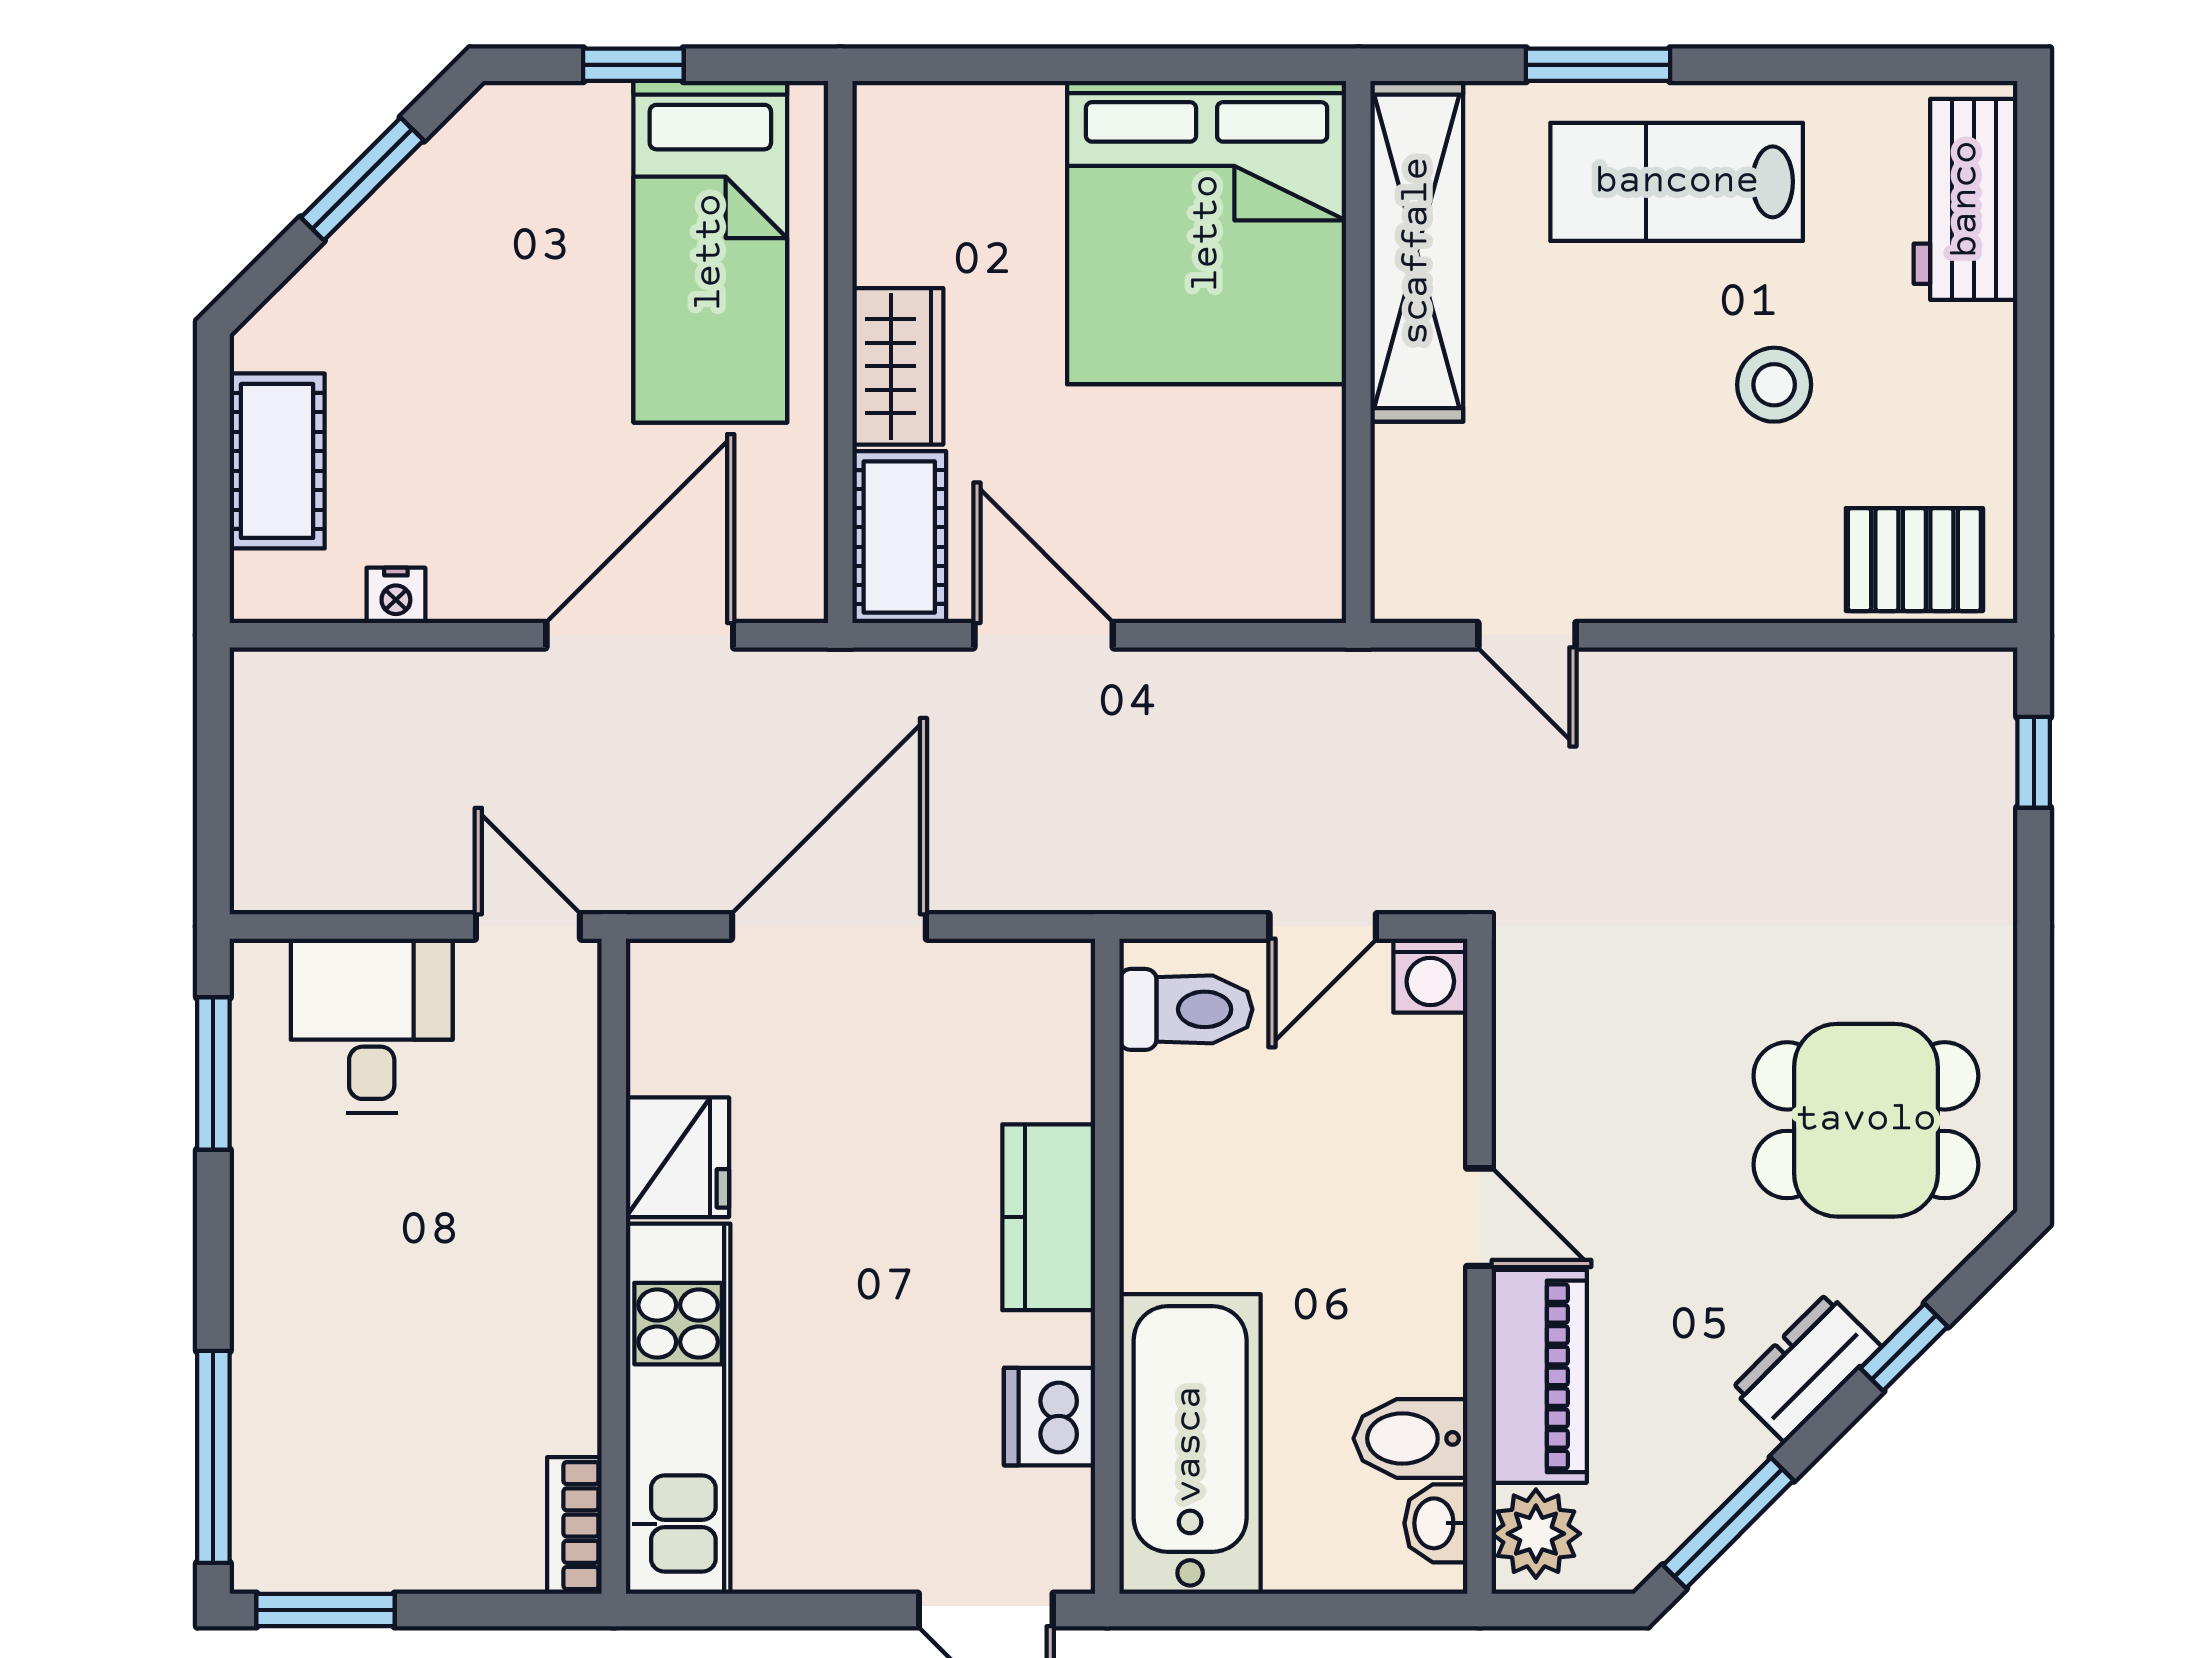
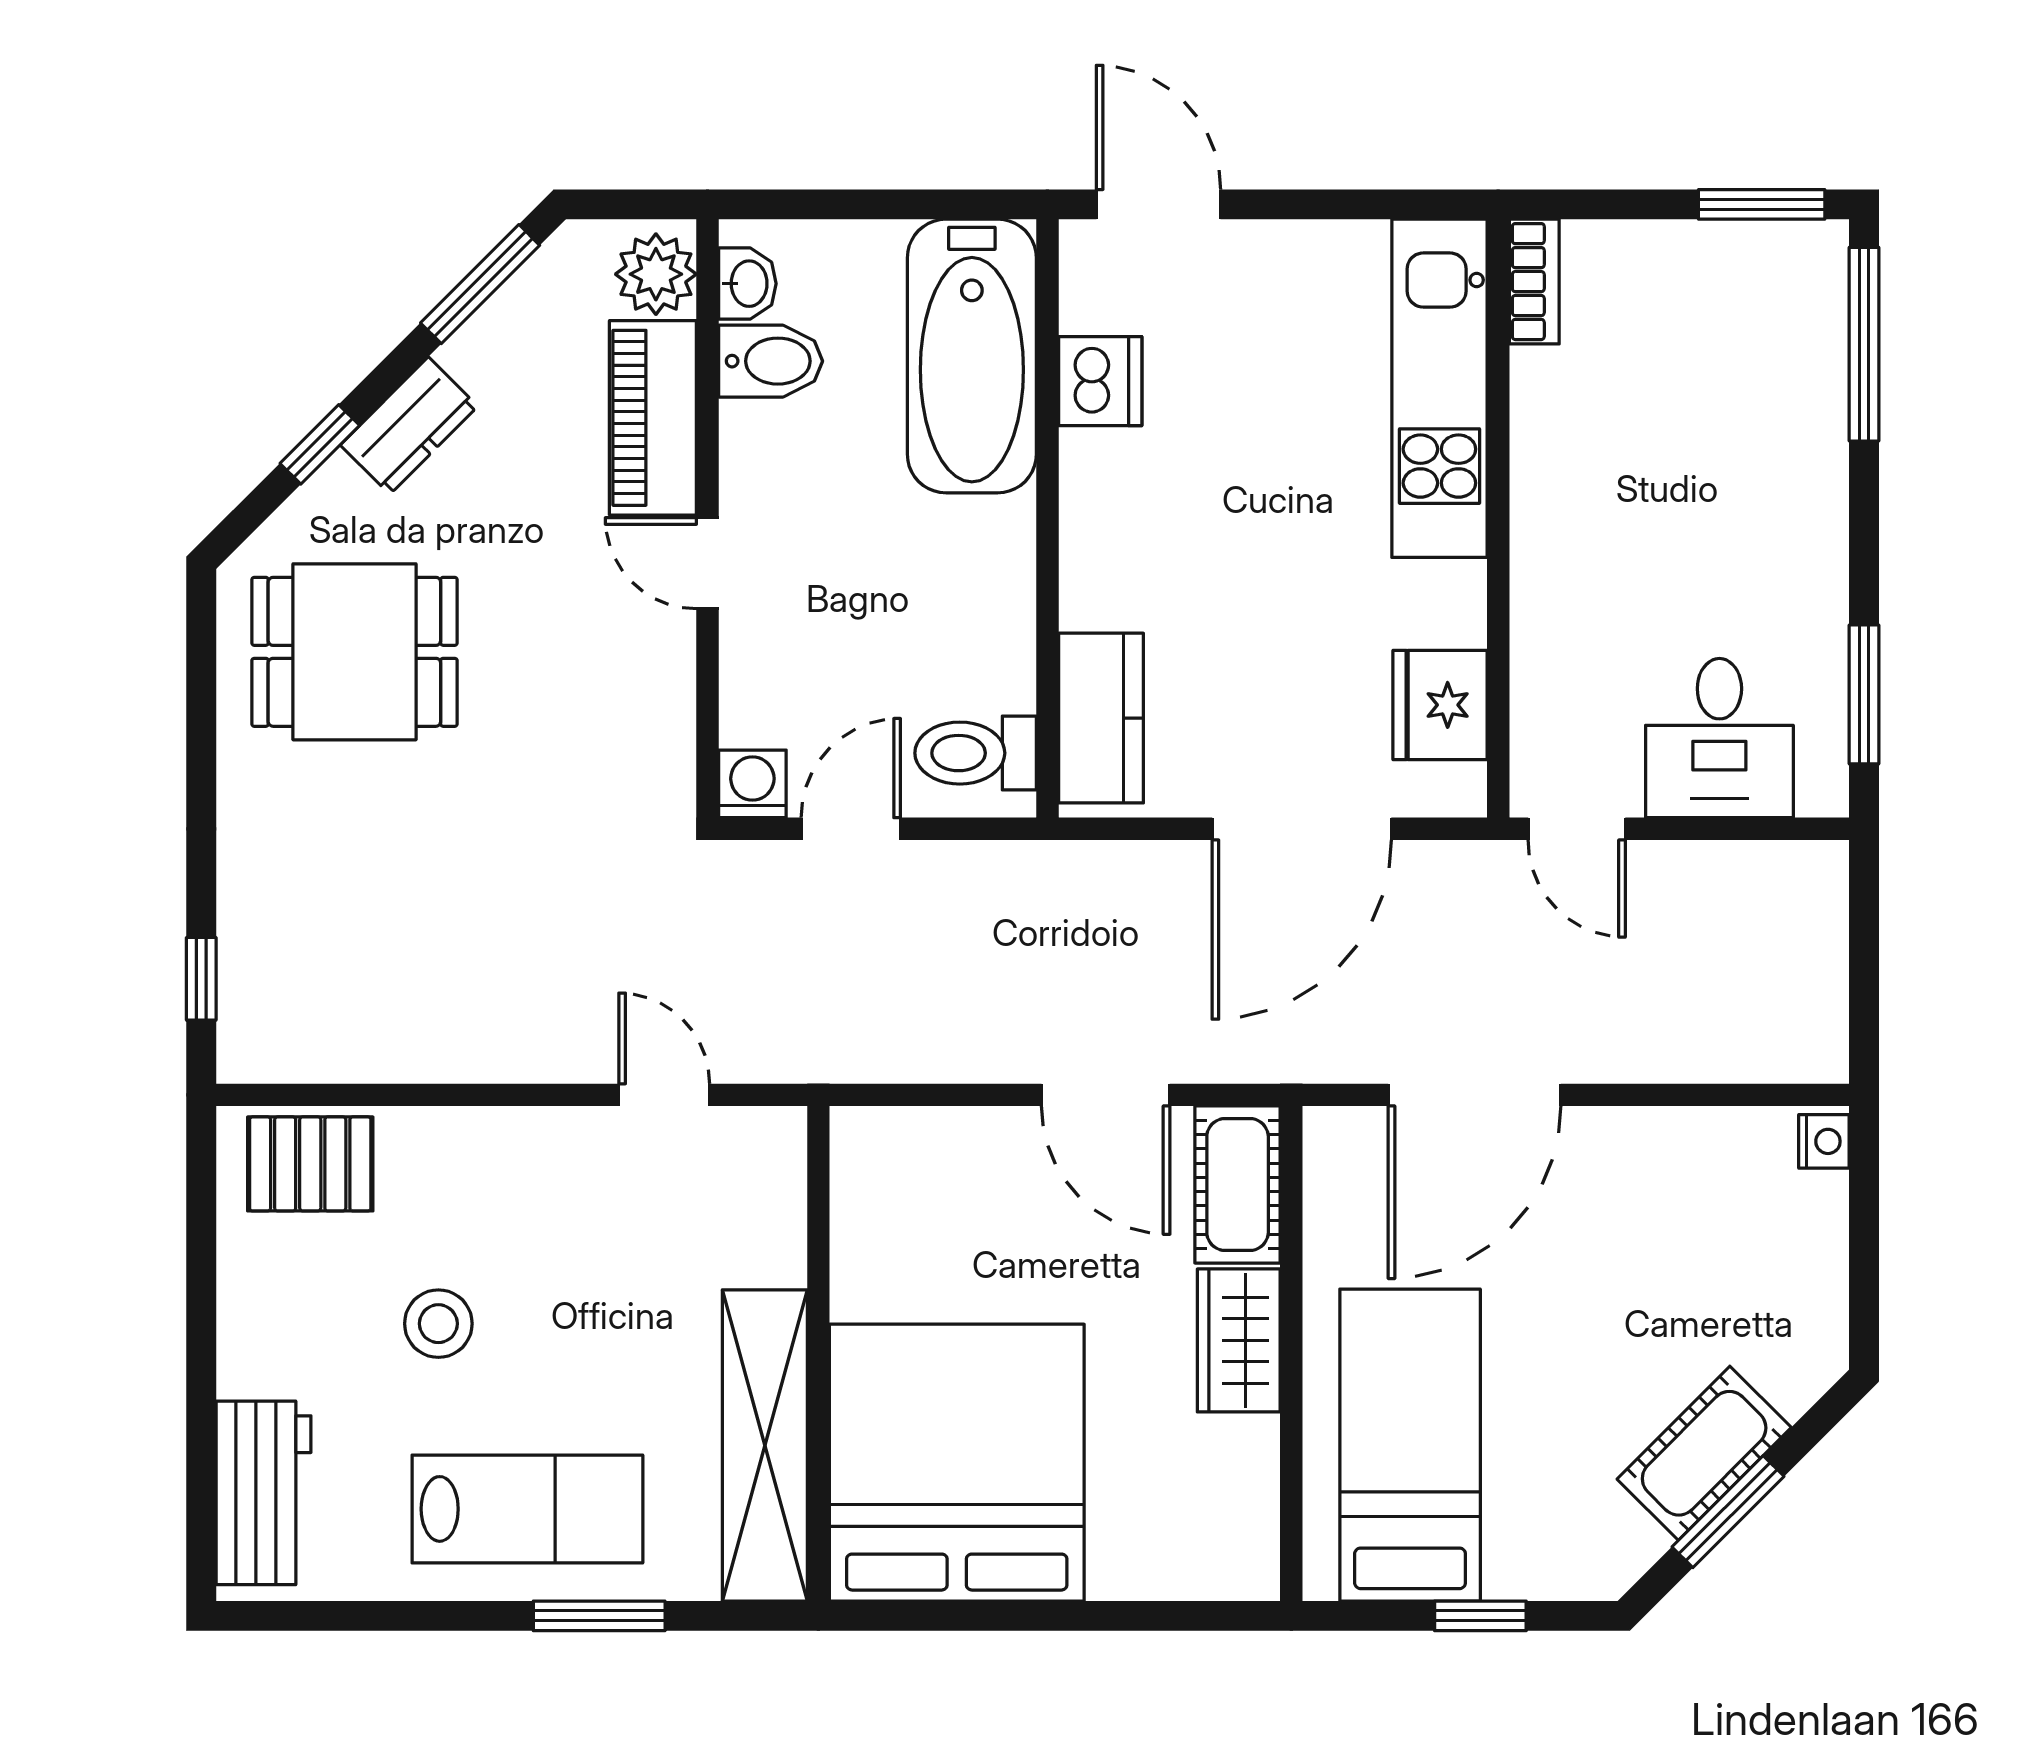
cot: (277, 461) -> (1704, 1453), moved, turned 45
nightstand: (396, 595) -> (1824, 1141), moved, turned 90
fridge: (678, 1157) -> (1440, 705), moved
kitchen counter: (1049, 1217) -> (1101, 718), moved

